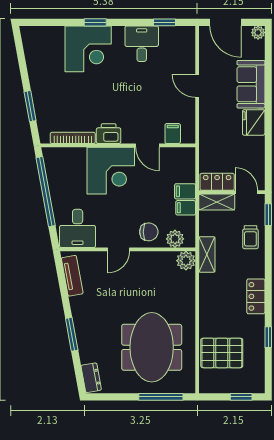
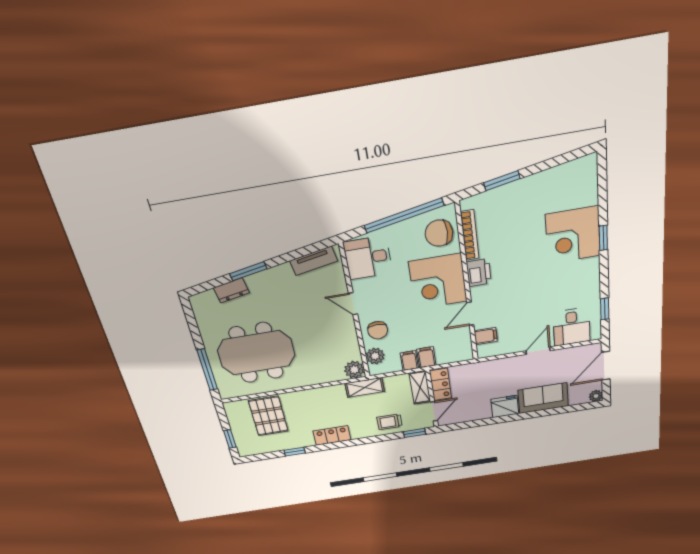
desk: (142, 44) -> (572, 327), moved, turned 90
chair: (66, 164) -> (439, 233), added
dresser: (91, 378) -> (231, 290), moved

